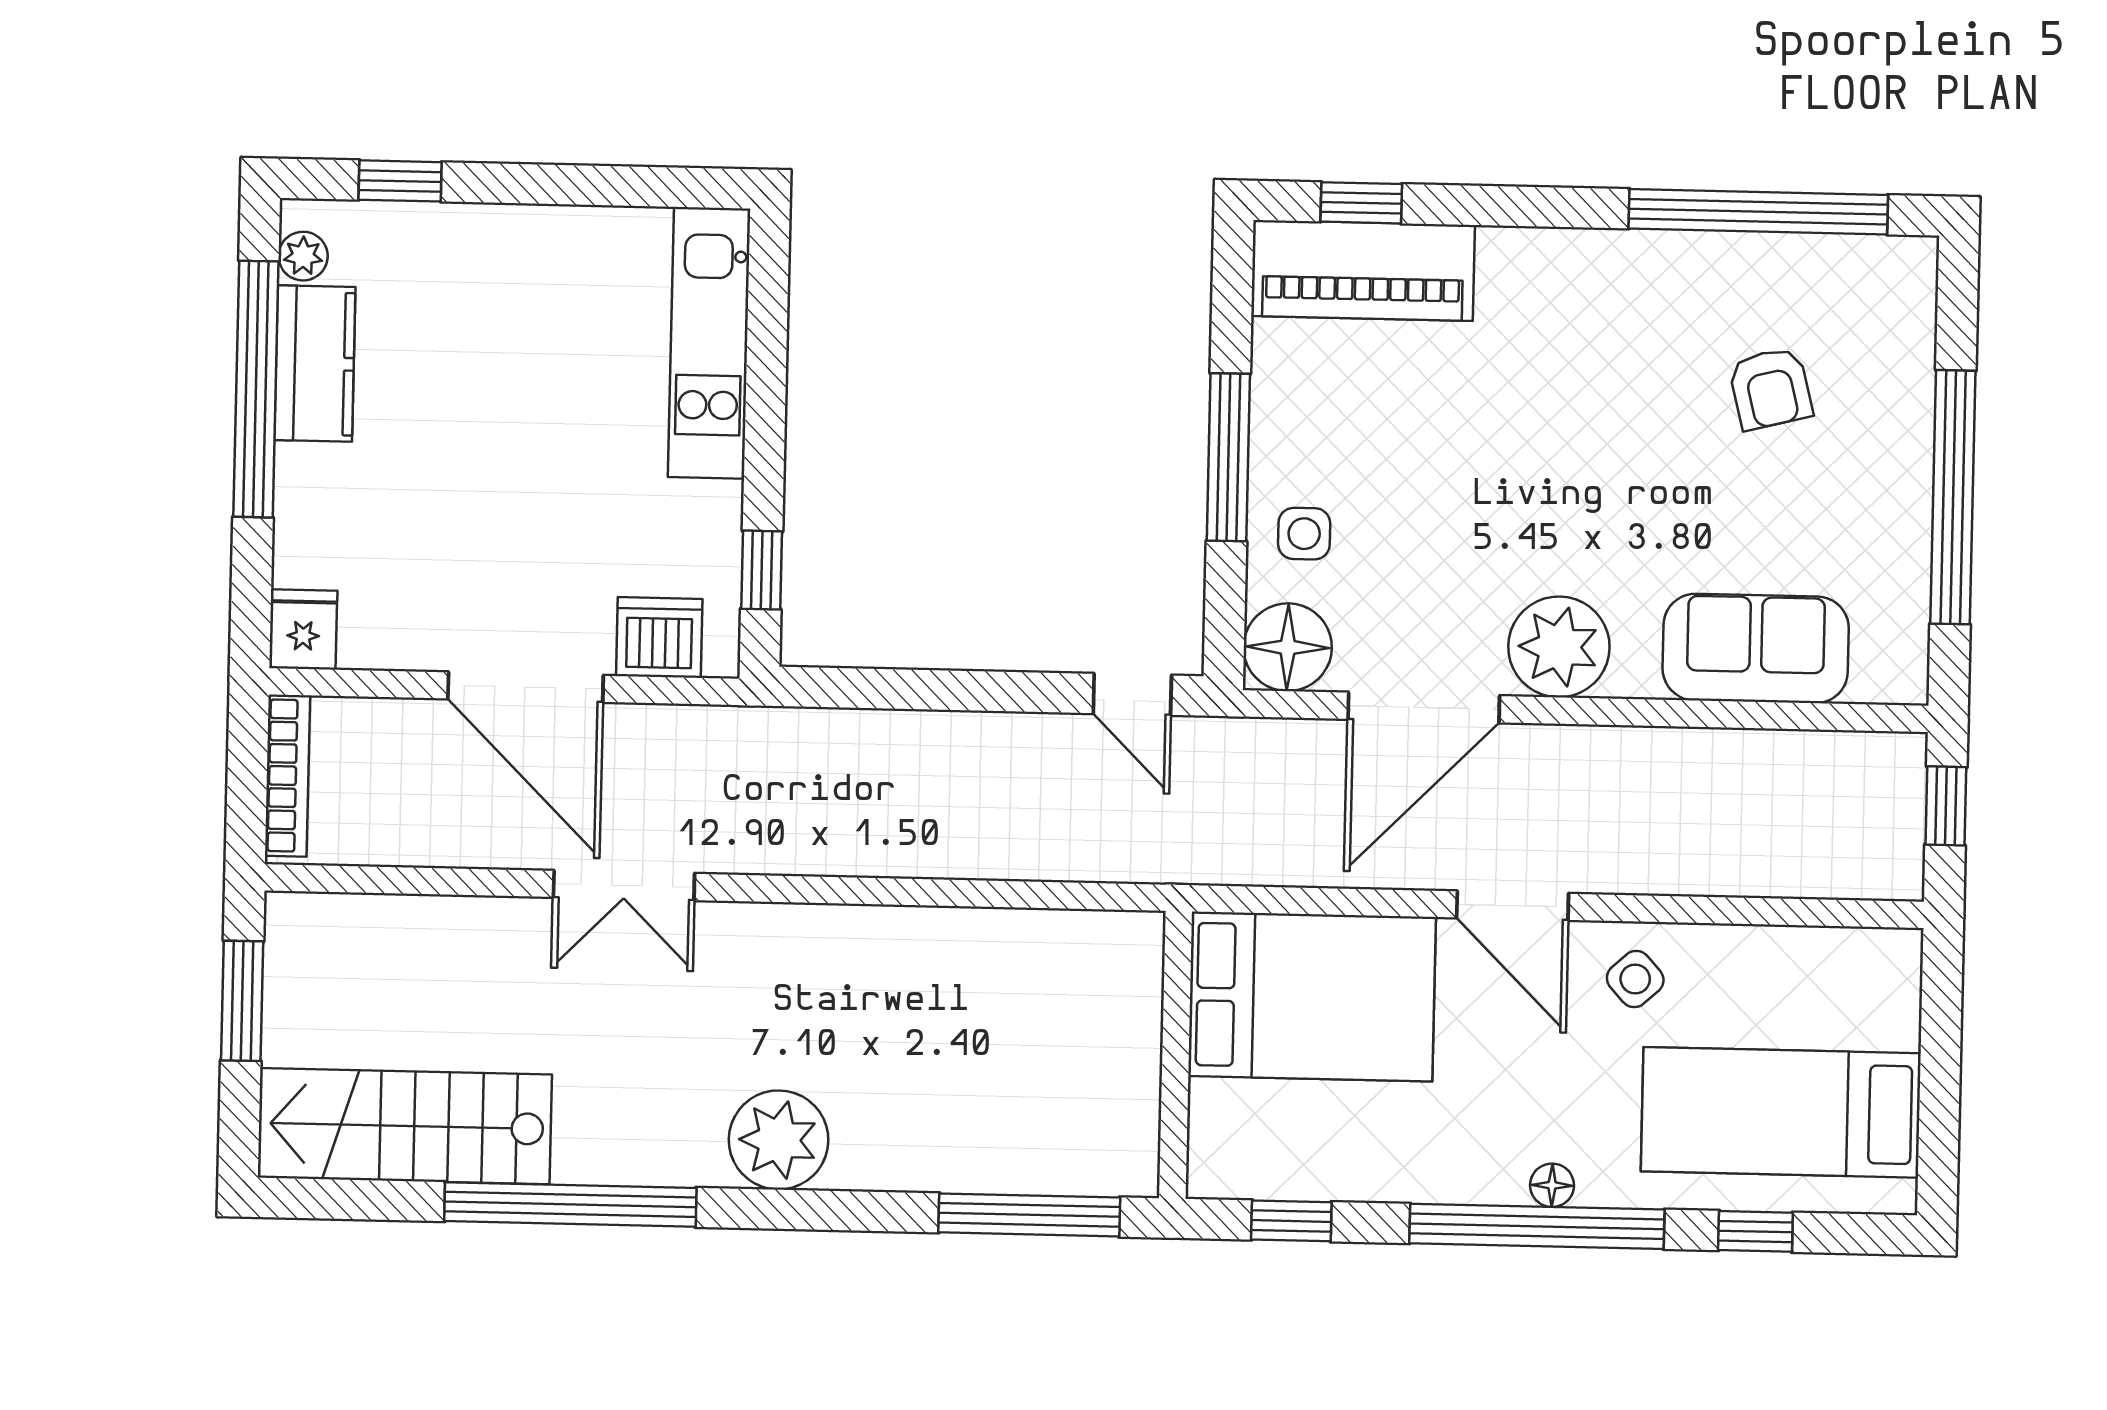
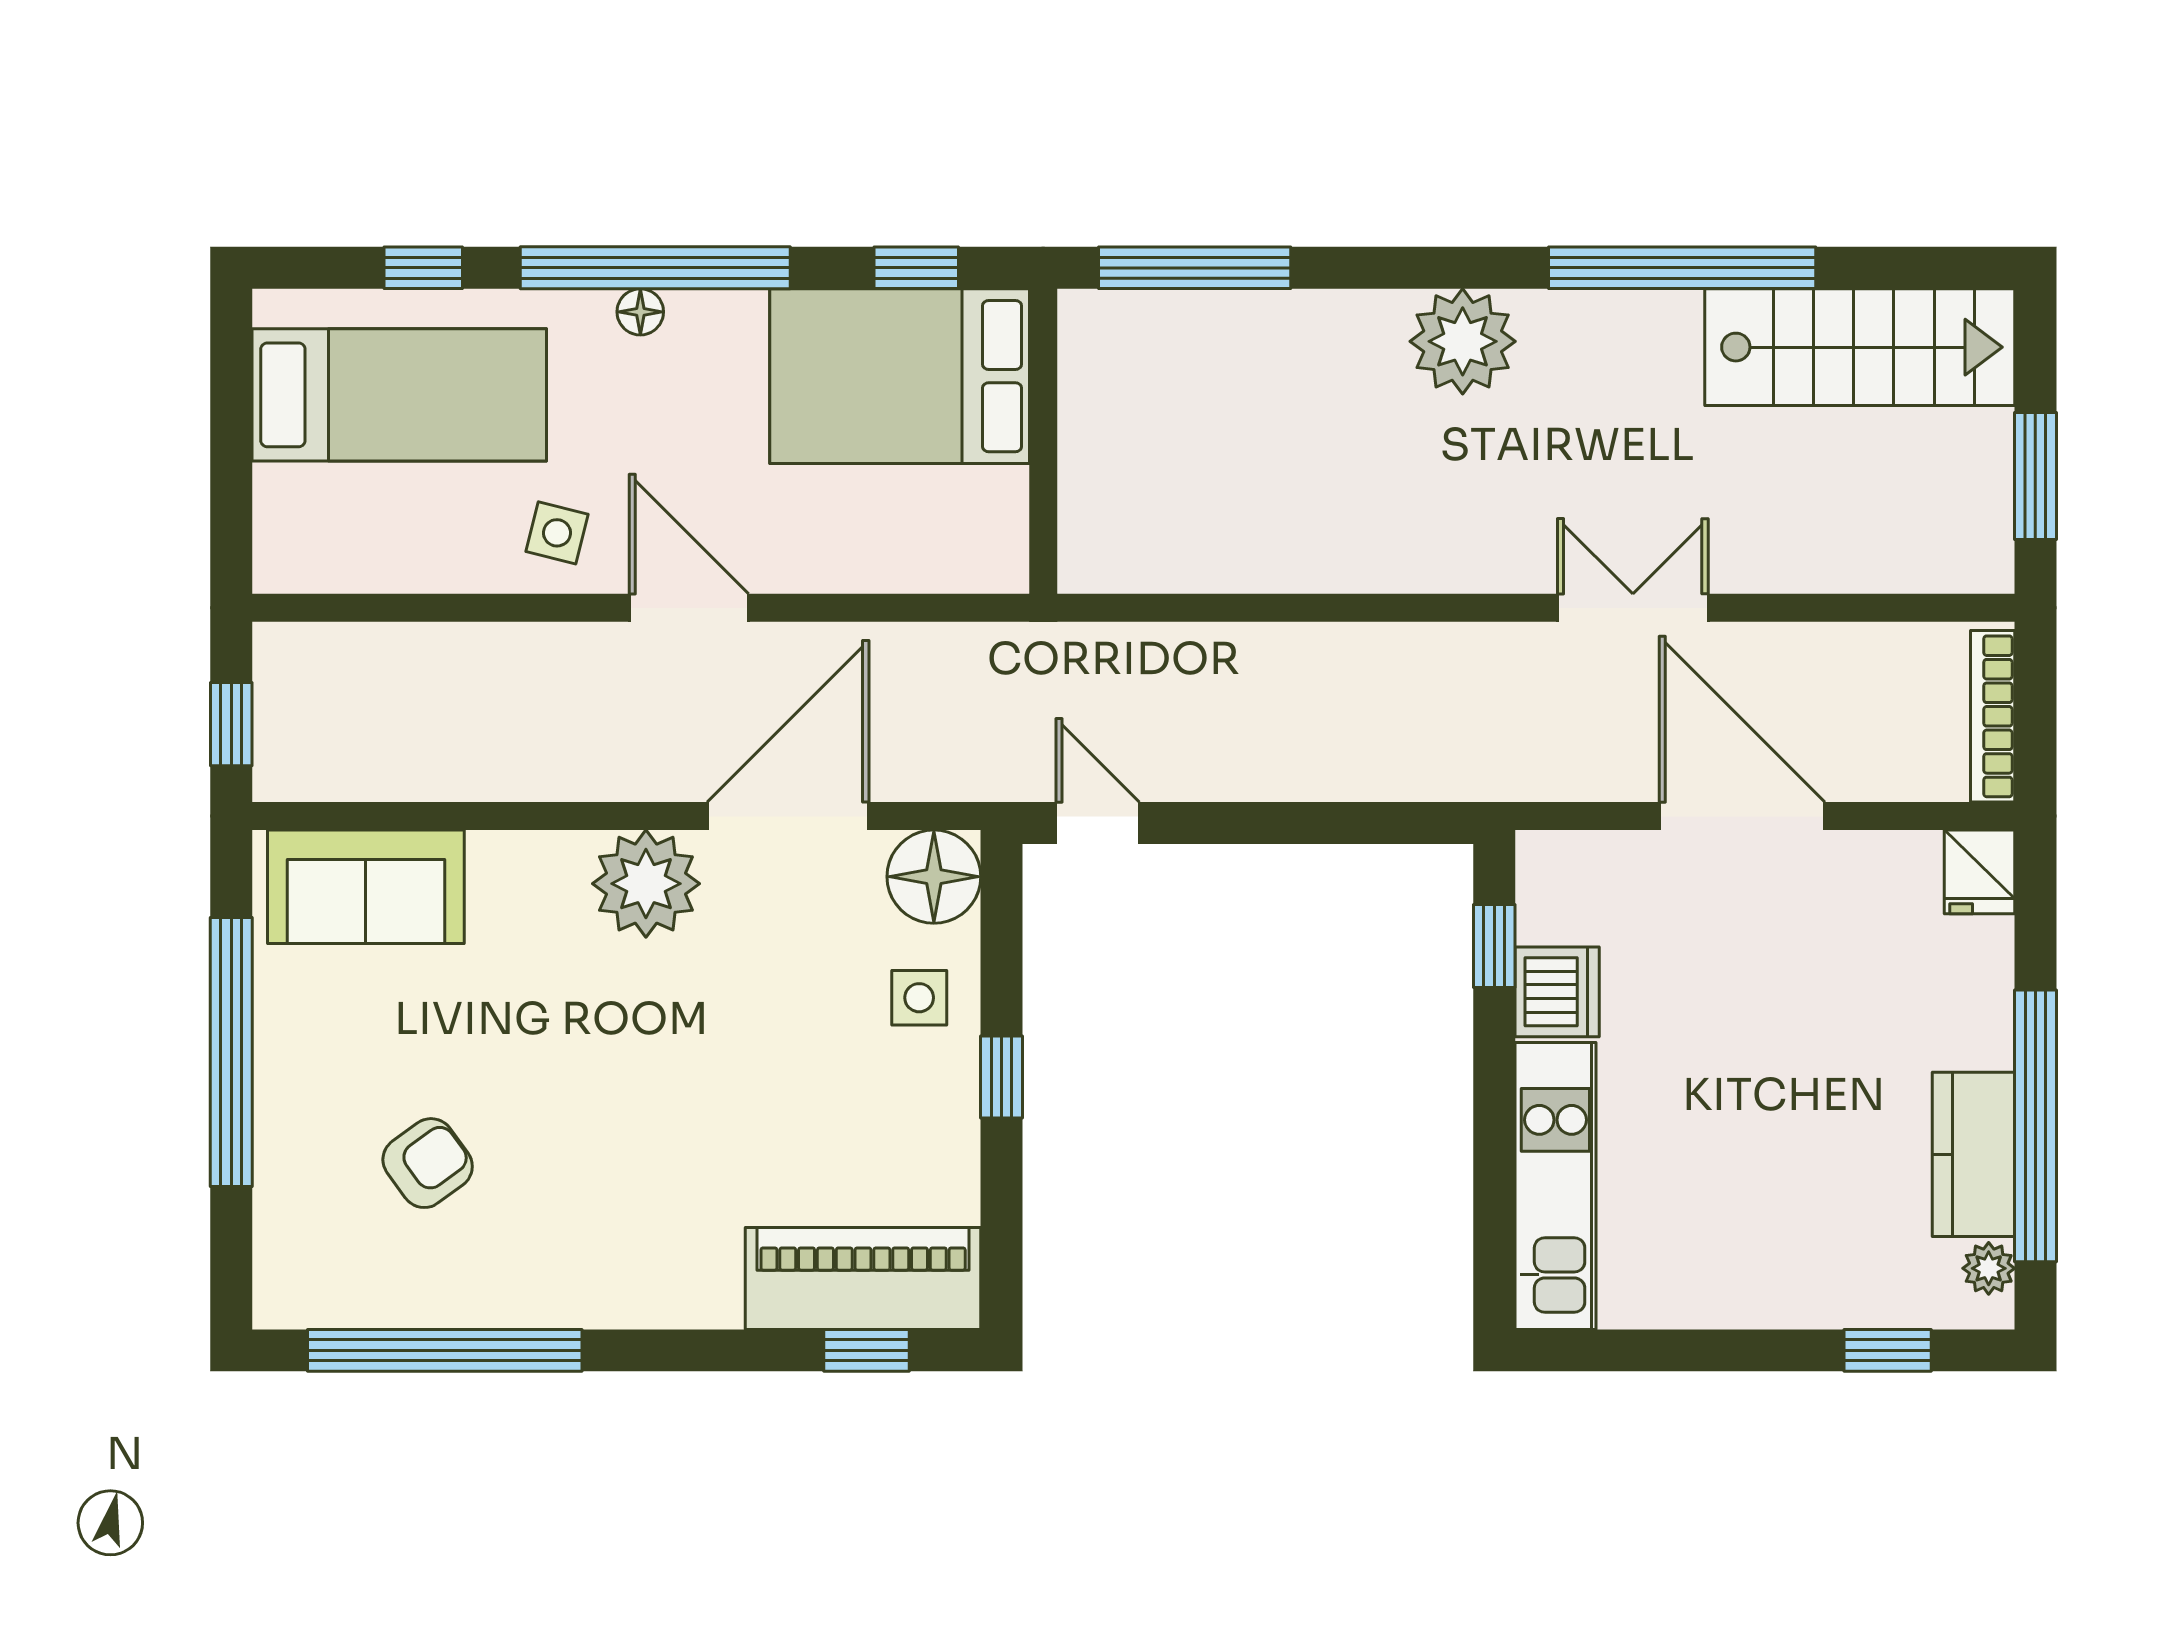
armchair: (1770, 388) -> (428, 1163), turned 68
window: (1228, 457) -> (1001, 1077), width x0.46
dishwasher: (659, 637) -> (1557, 992), moved, turned -90
sofa: (1756, 648) -> (366, 887), moved
side table: (1635, 979) -> (557, 533), turned -34
bed: (1312, 997) -> (900, 376), moved

